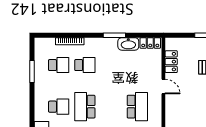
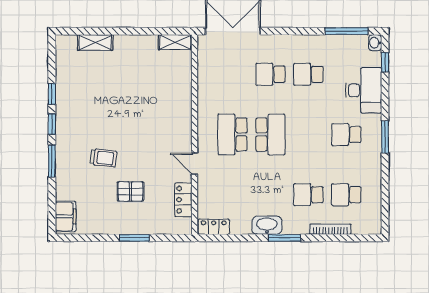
window: (114, 35) -> (284, 238), moved
washbasin: (128, 44) -> (267, 225), moved
window: (32, 71) -> (385, 137), moved
school desk: (85, 107) -> (270, 134), moved

